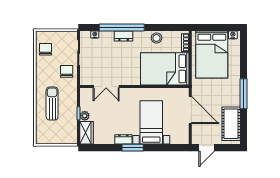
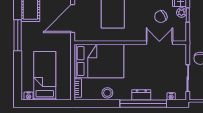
bed: (212, 54) -> (45, 76), width x0.67
door: (190, 110) -> (73, 19), hinge flipped
chair: (105, 112) -> (161, 17), added

